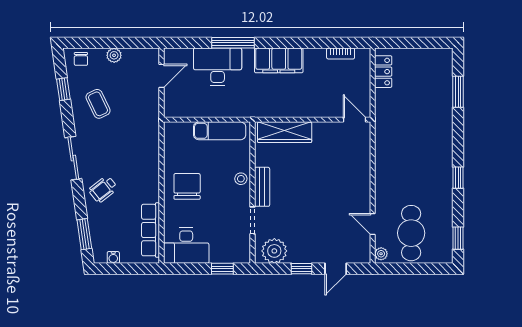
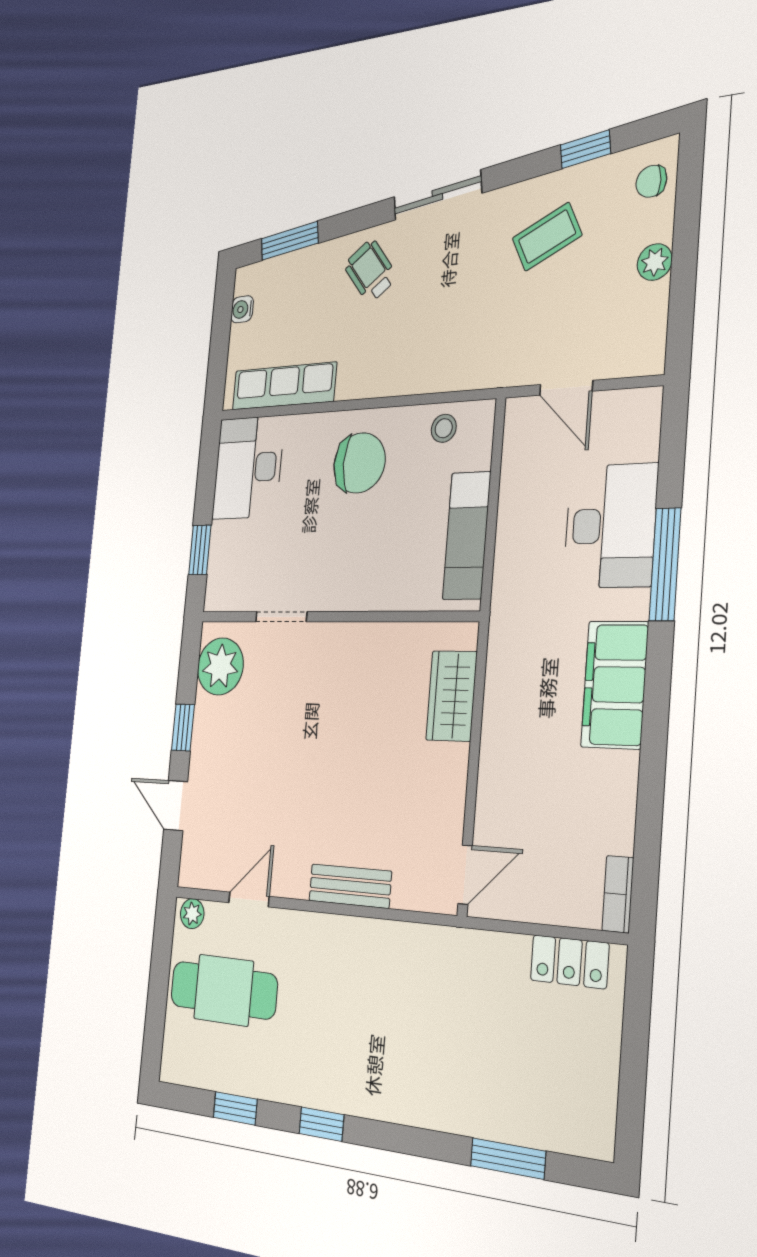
bookcase: (341, 53) -> (618, 894), moved
door: (162, 76) -> (566, 388), moved
wardrobe: (285, 132) -> (451, 696), width x0.67
stool: (241, 179) -> (444, 428), moved
bench: (262, 187) -> (350, 886), moved
window: (458, 238) -> (235, 1108), moved

